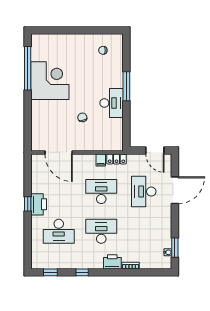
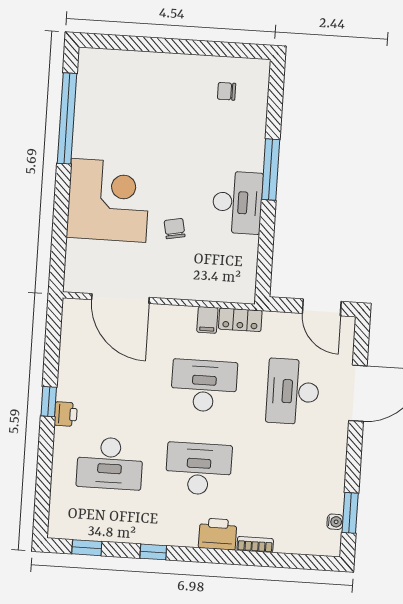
corner desk: (50, 81) -> (108, 200), moved
printer: (39, 204) -> (66, 414), width x0.53, depth x0.68

